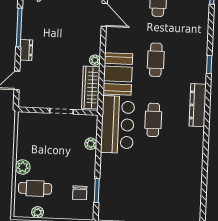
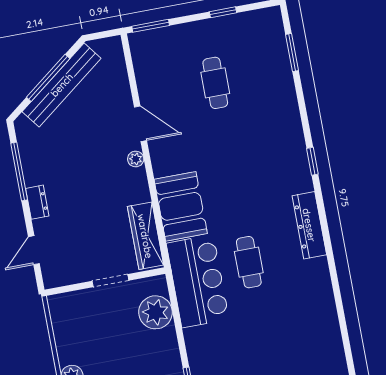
plant: (95, 60) -> (136, 159), moved
cafe table: (156, 60) -> (232, 173), removed
plant: (91, 144) -> (155, 312), width x1.88, depth x1.88

